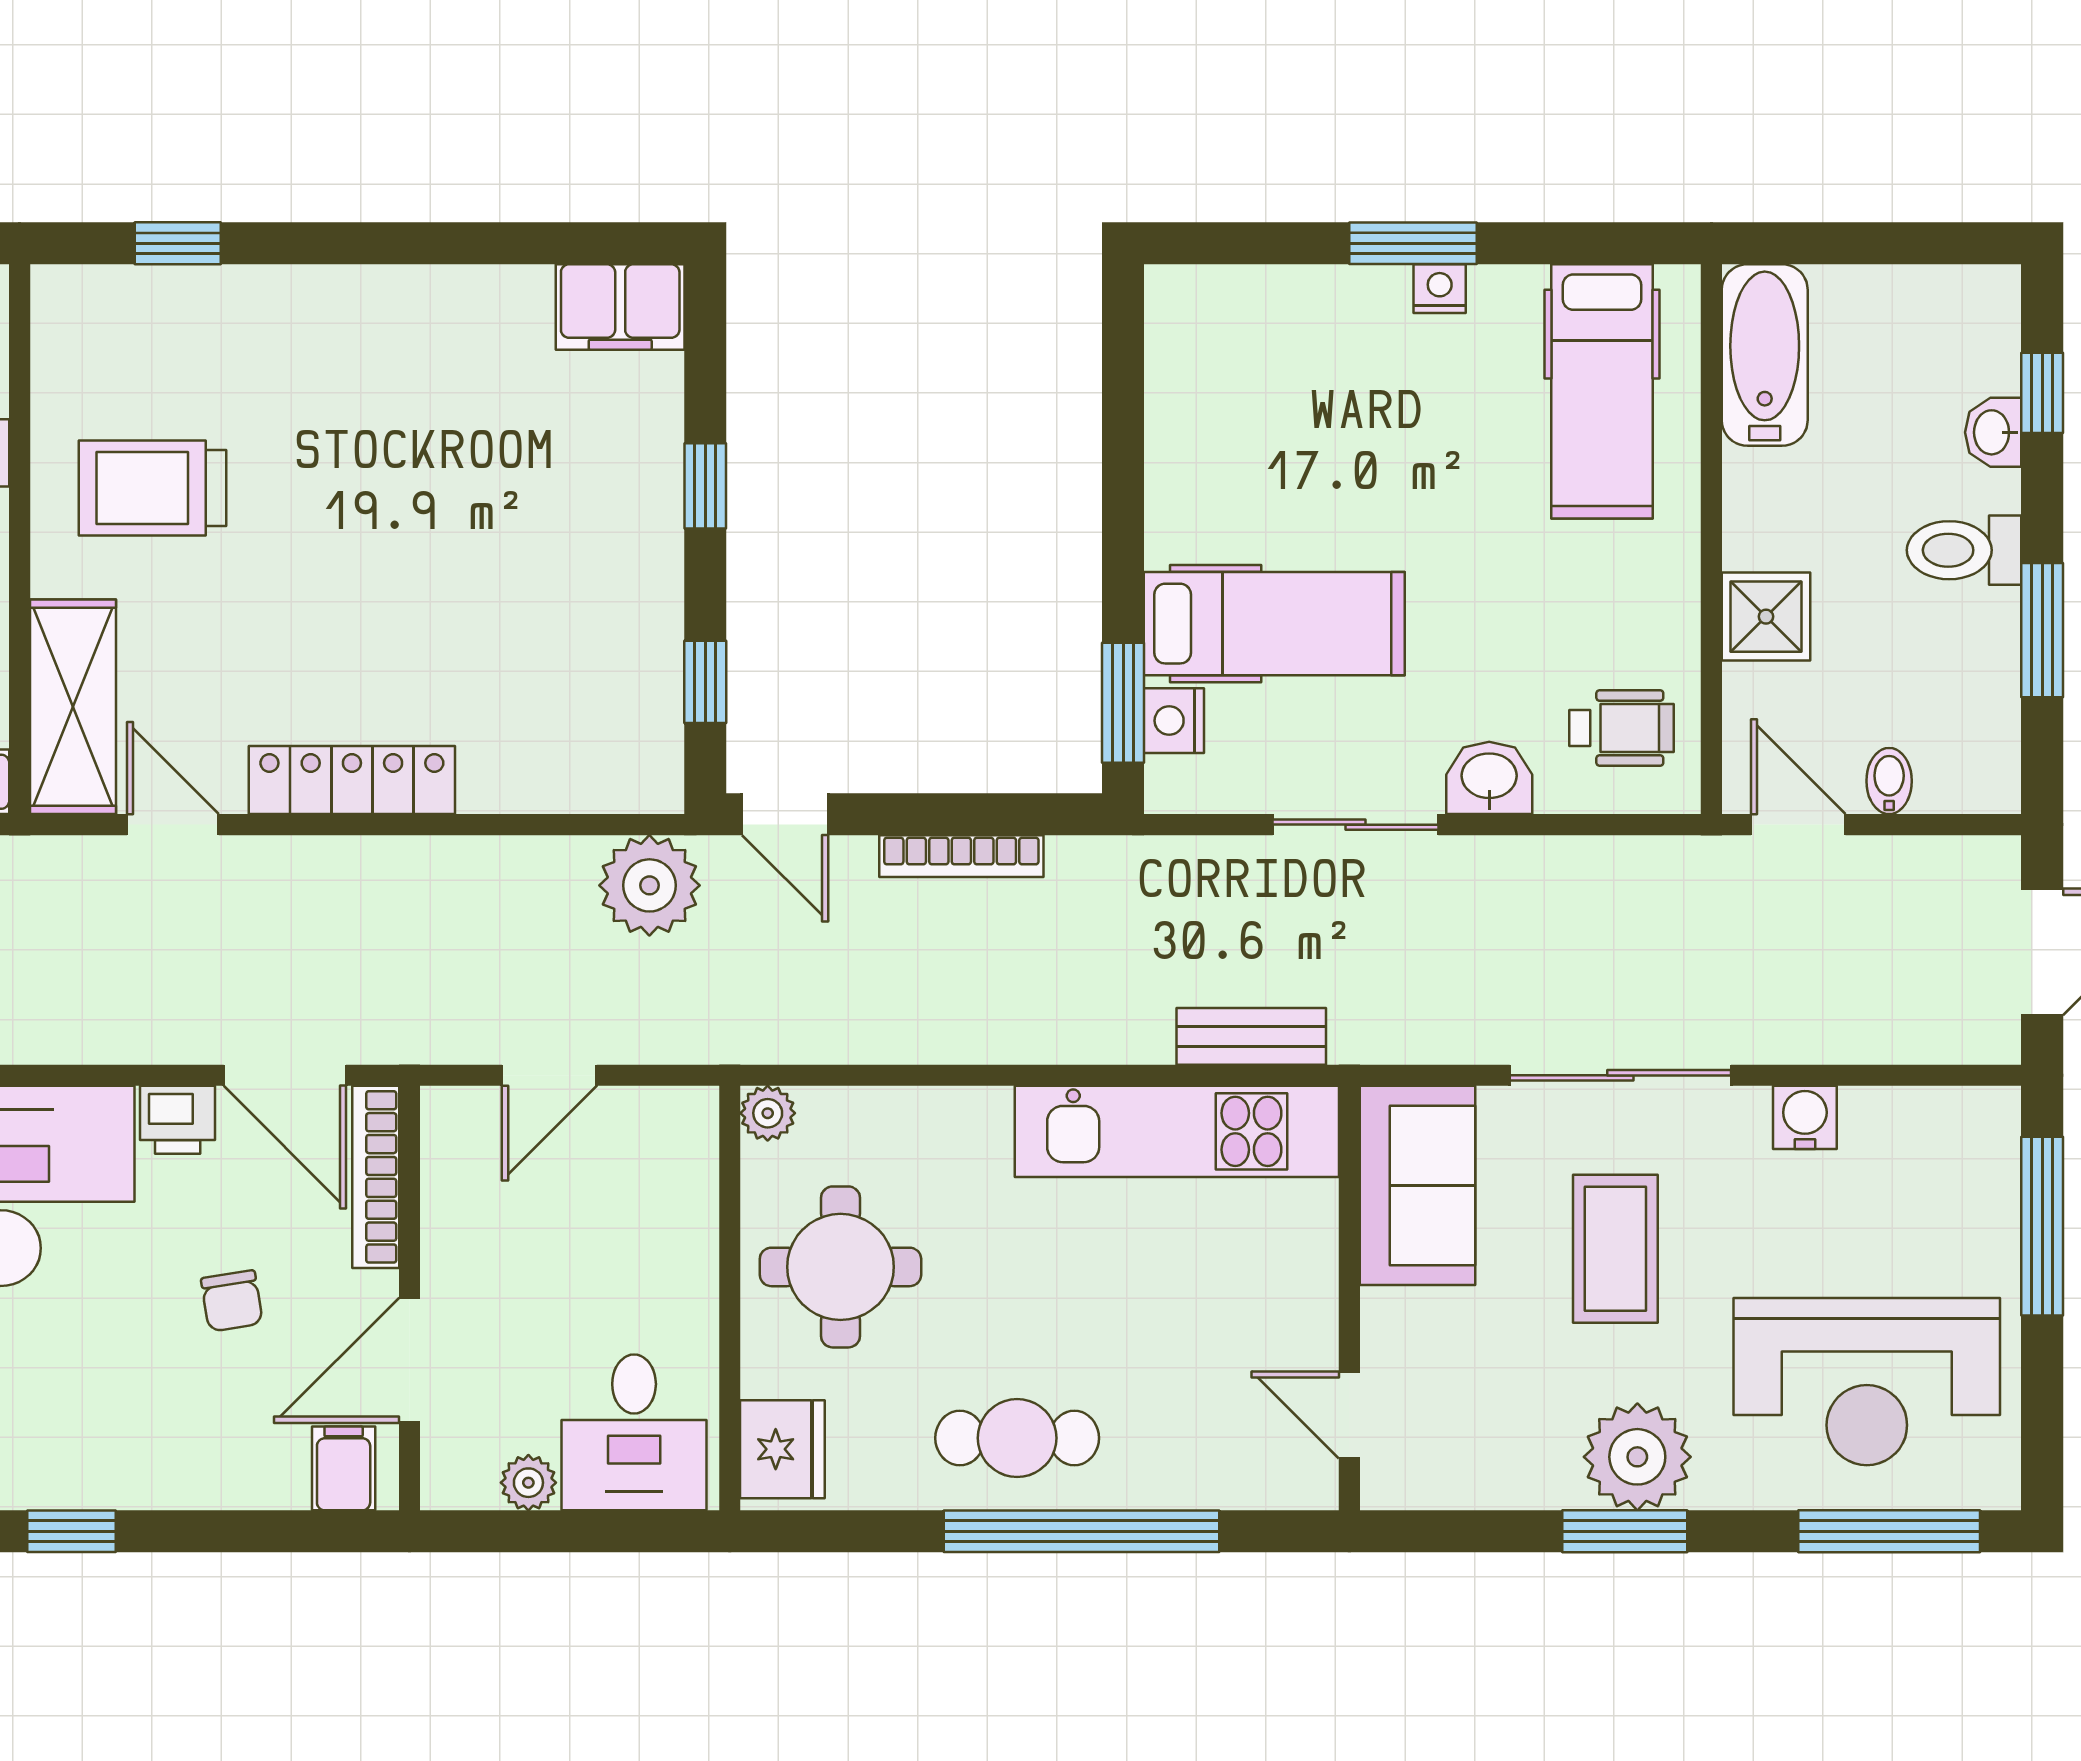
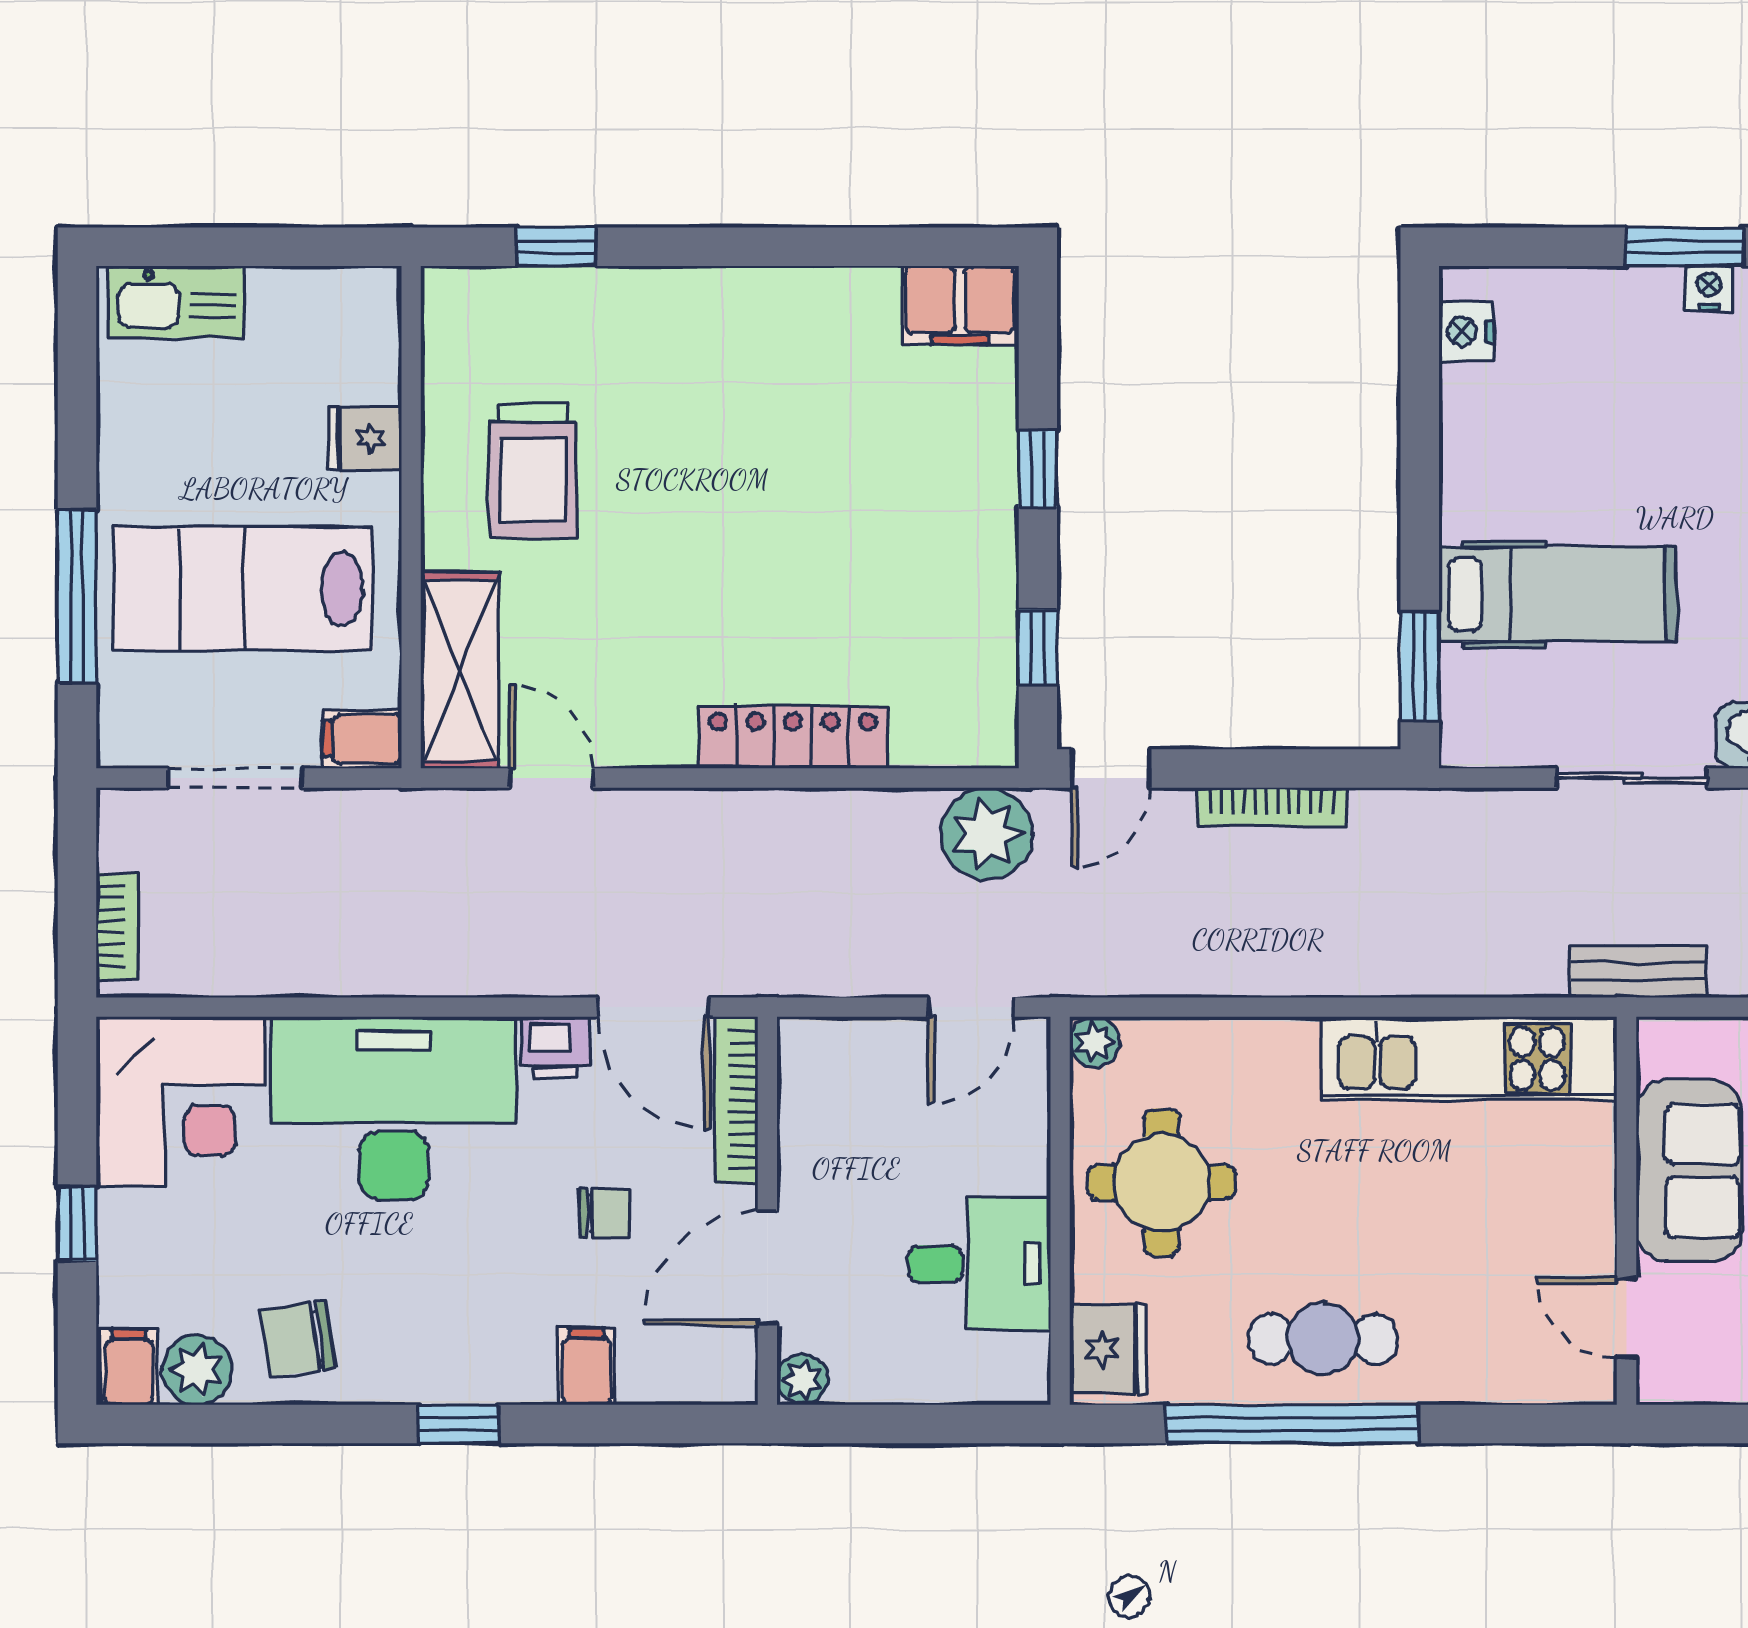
trolley: (153, 488) -> (533, 470), turned -90
nightstand: (1174, 721) -> (1466, 332), moved
locker: (352, 780) -> (793, 737), moved
door: (785, 814) -> (1111, 768), hinge flipped
bench: (1251, 1036) -> (1638, 972), moved
door: (549, 1075) -> (971, 1007), moved
sofa: (1418, 1185) -> (1689, 1171), moved
chair: (232, 1301) -> (605, 1213), turned -81
desk: (634, 1432) -> (979, 1264), moved, turned -90
filing cabinet: (344, 1468) -> (587, 1366), moved
plant: (528, 1483) -> (802, 1380), moved
window: (1082, 1531) -> (1292, 1424), moved

